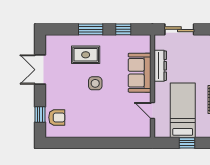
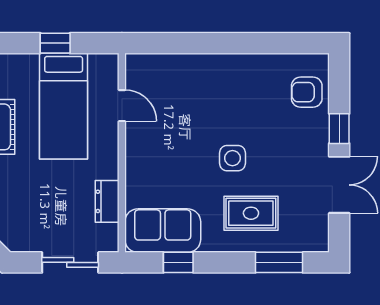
window: (91, 29) -> (279, 262), moved
dresser: (160, 66) -> (107, 201), width x0.70
sofa: (140, 73) -> (163, 231), moved, turned -90
window: (40, 114) -> (339, 129), moved

